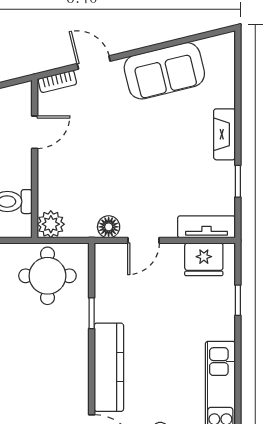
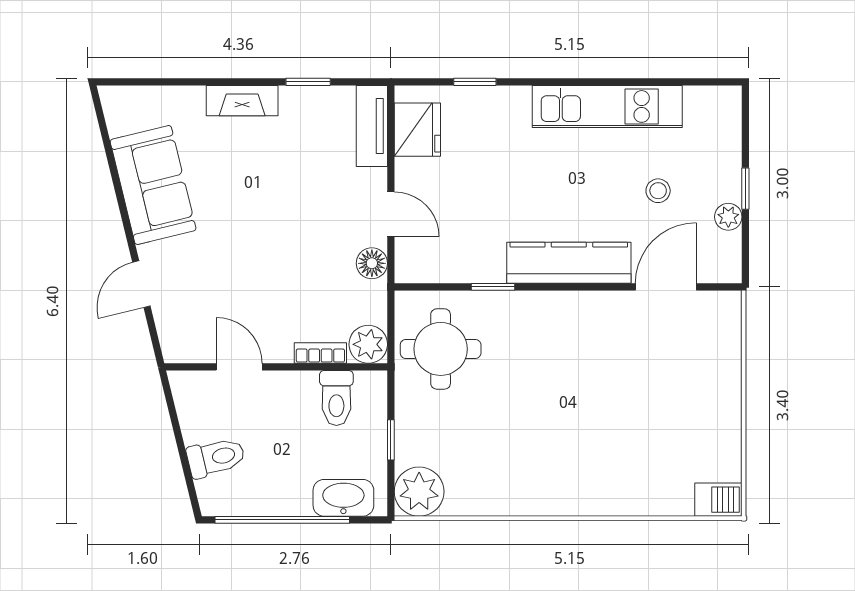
bookcase: (57, 81) -> (320, 353), moved, turned -76

